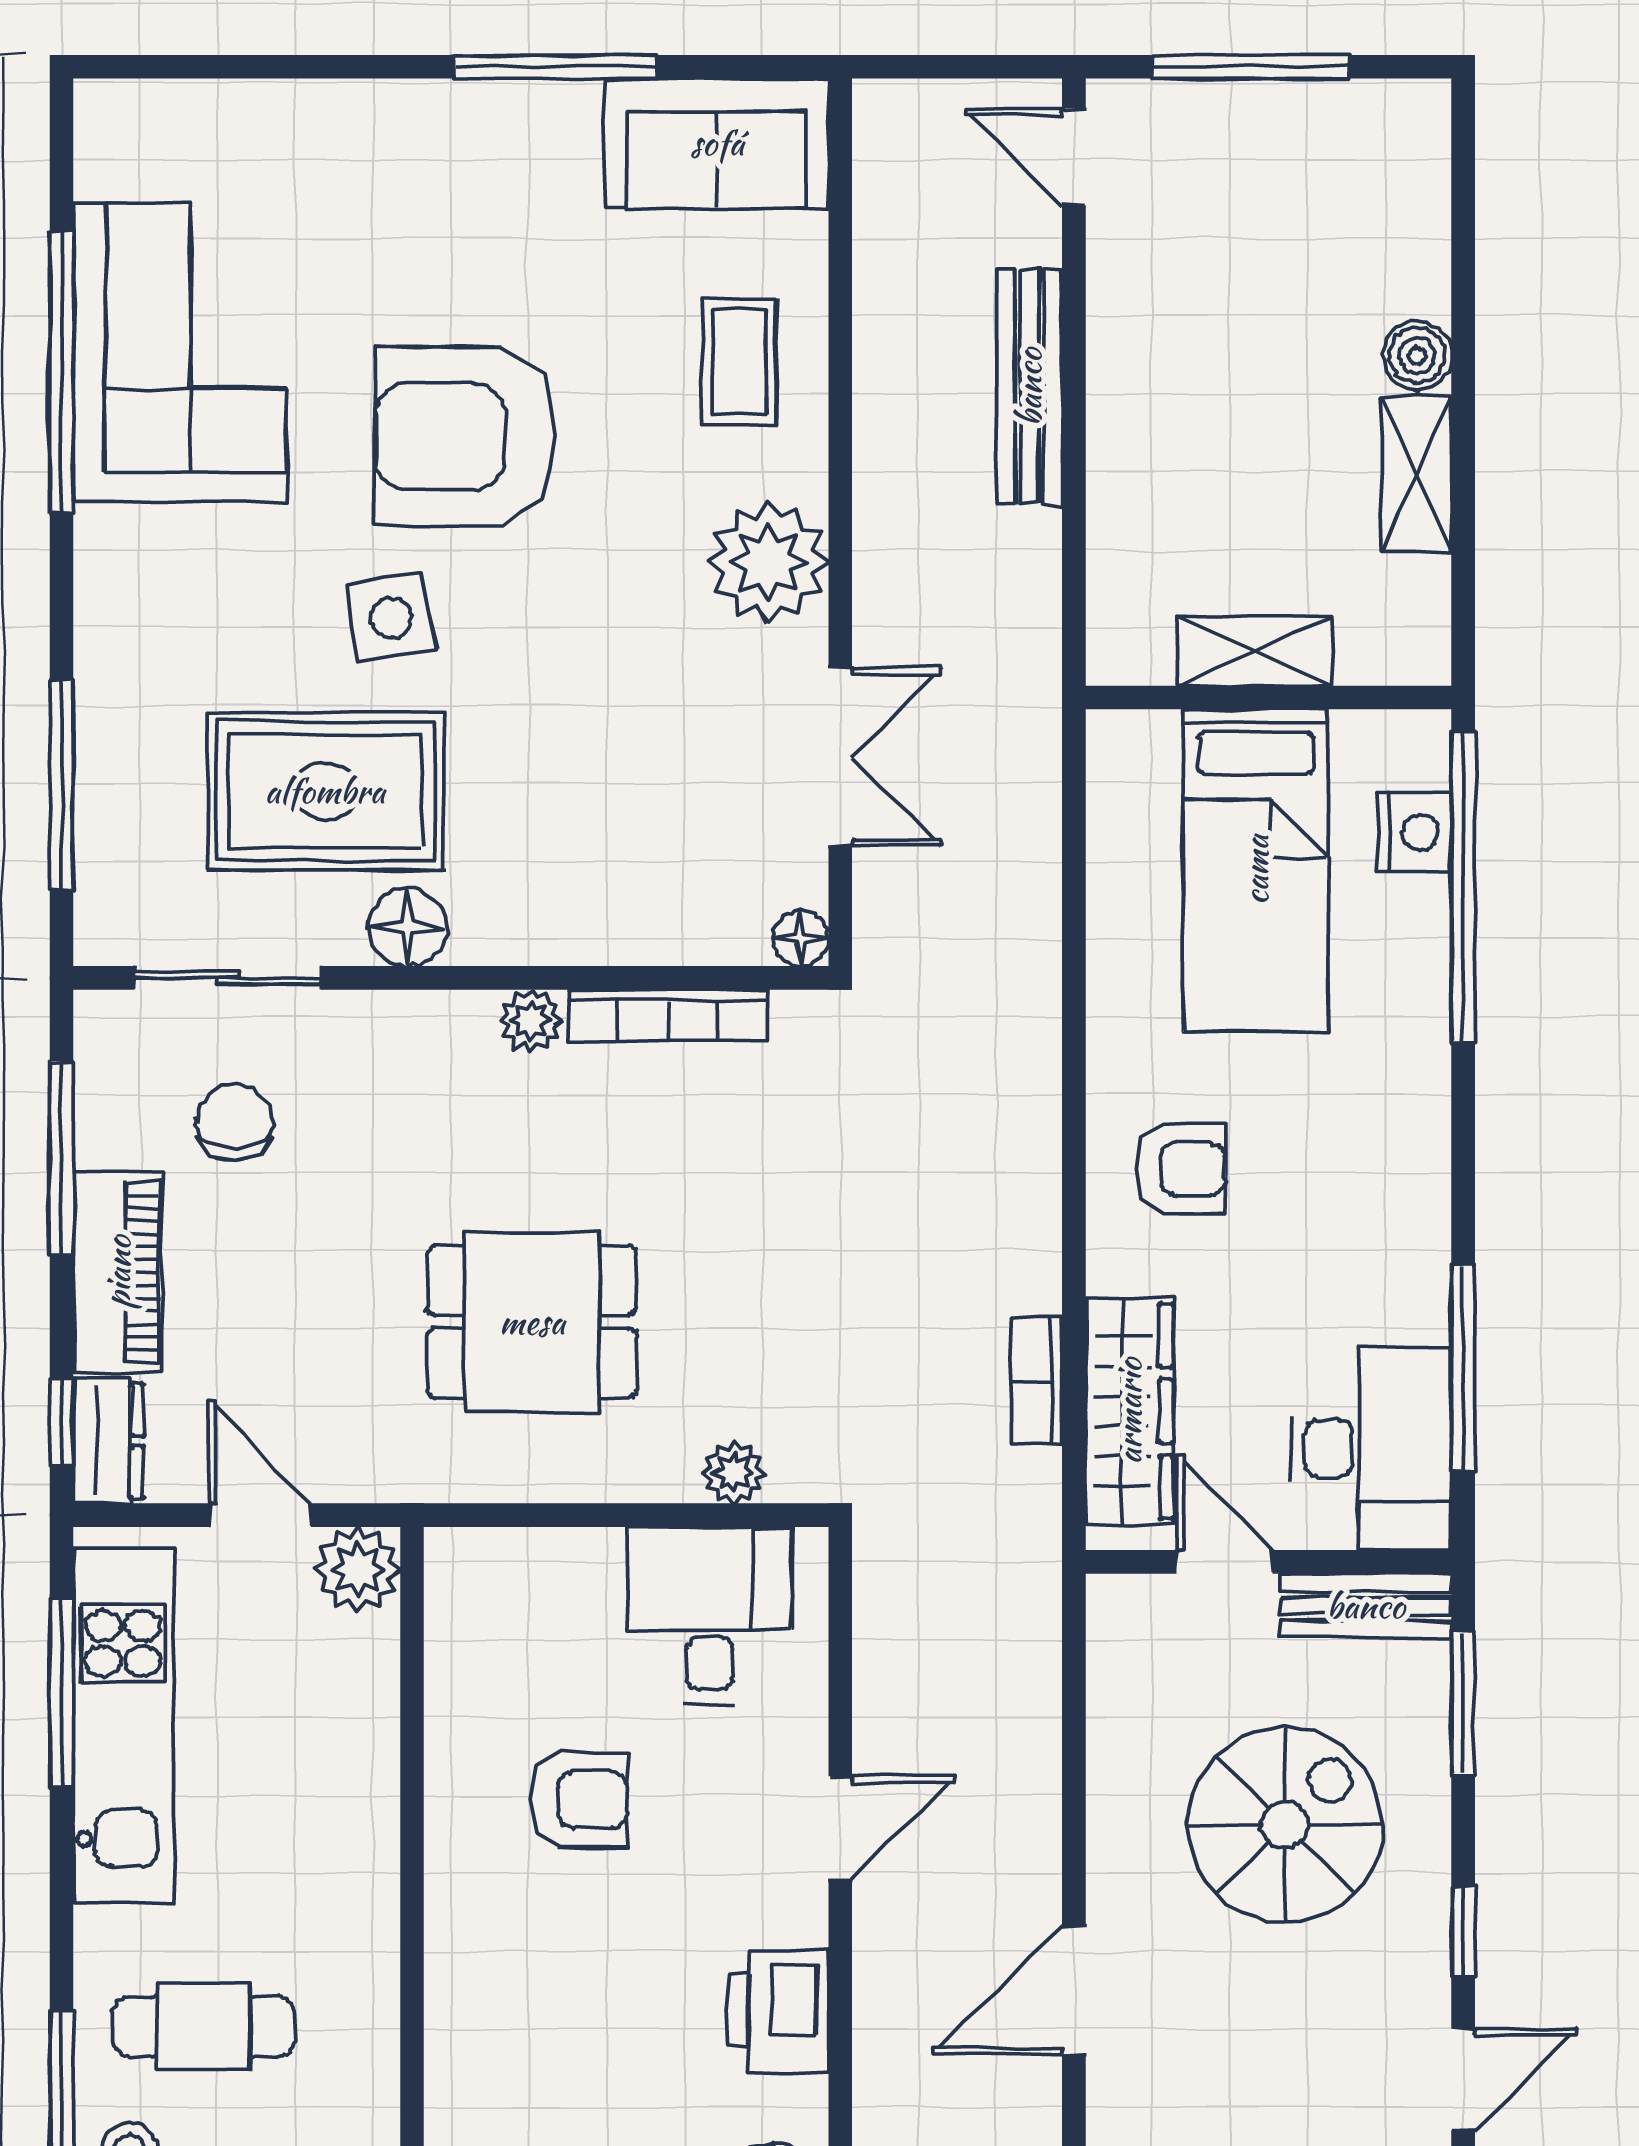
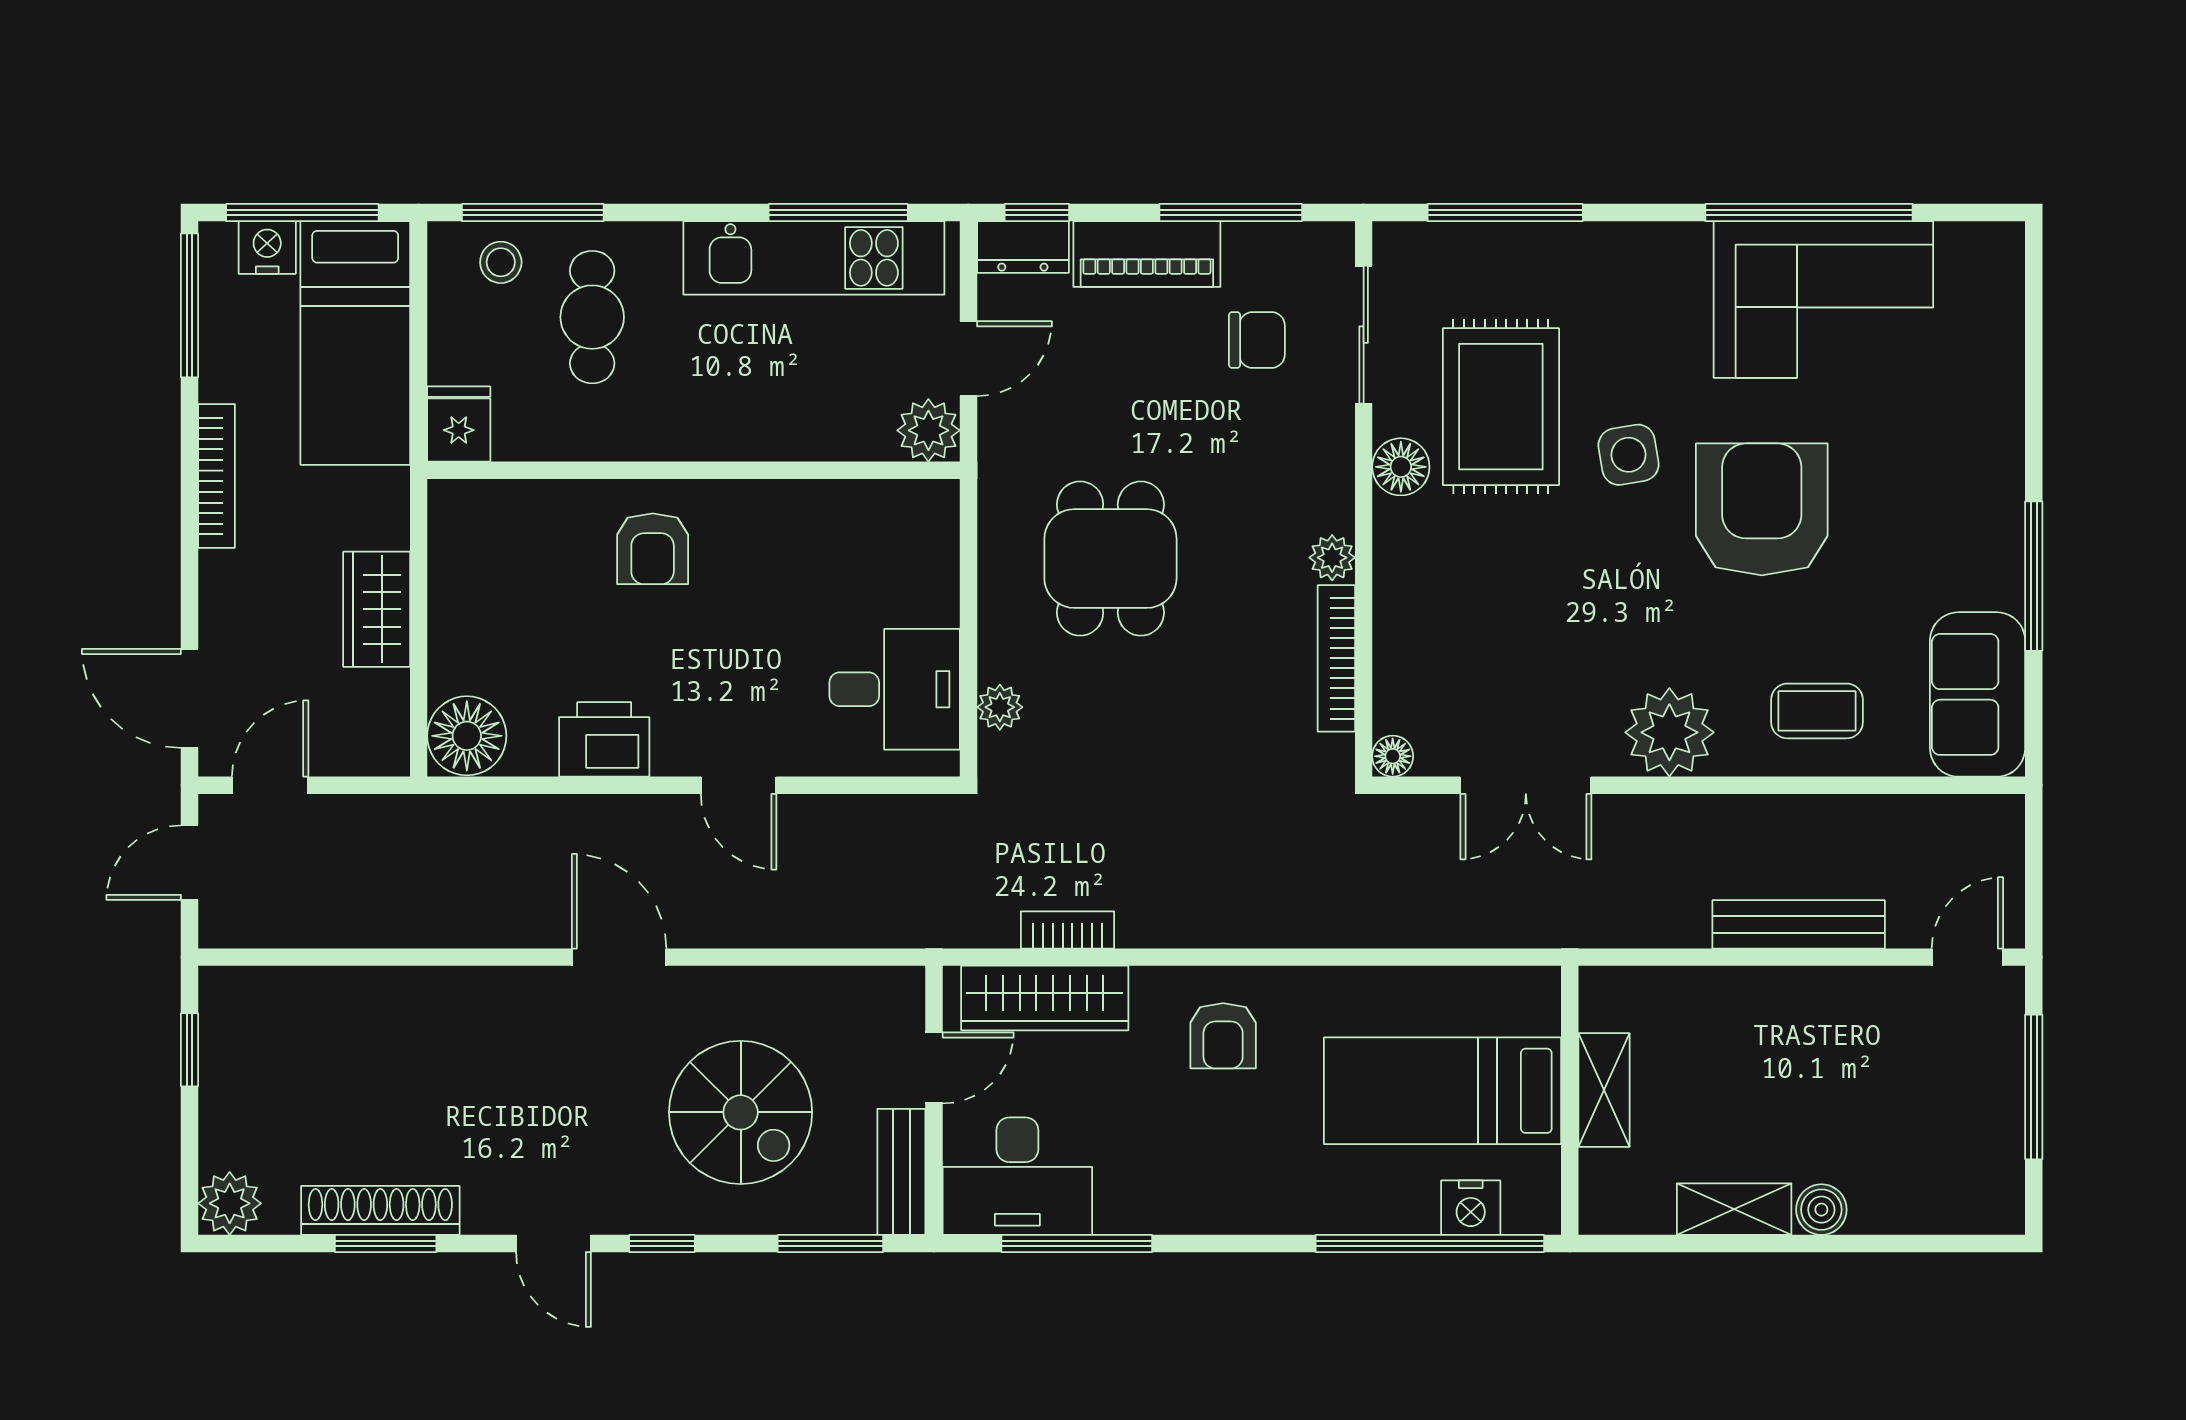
armchair: (579, 1800) -> (653, 549), moved

